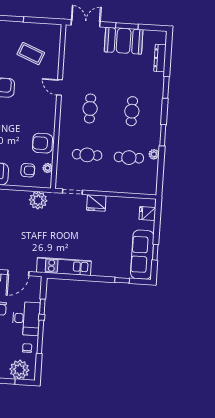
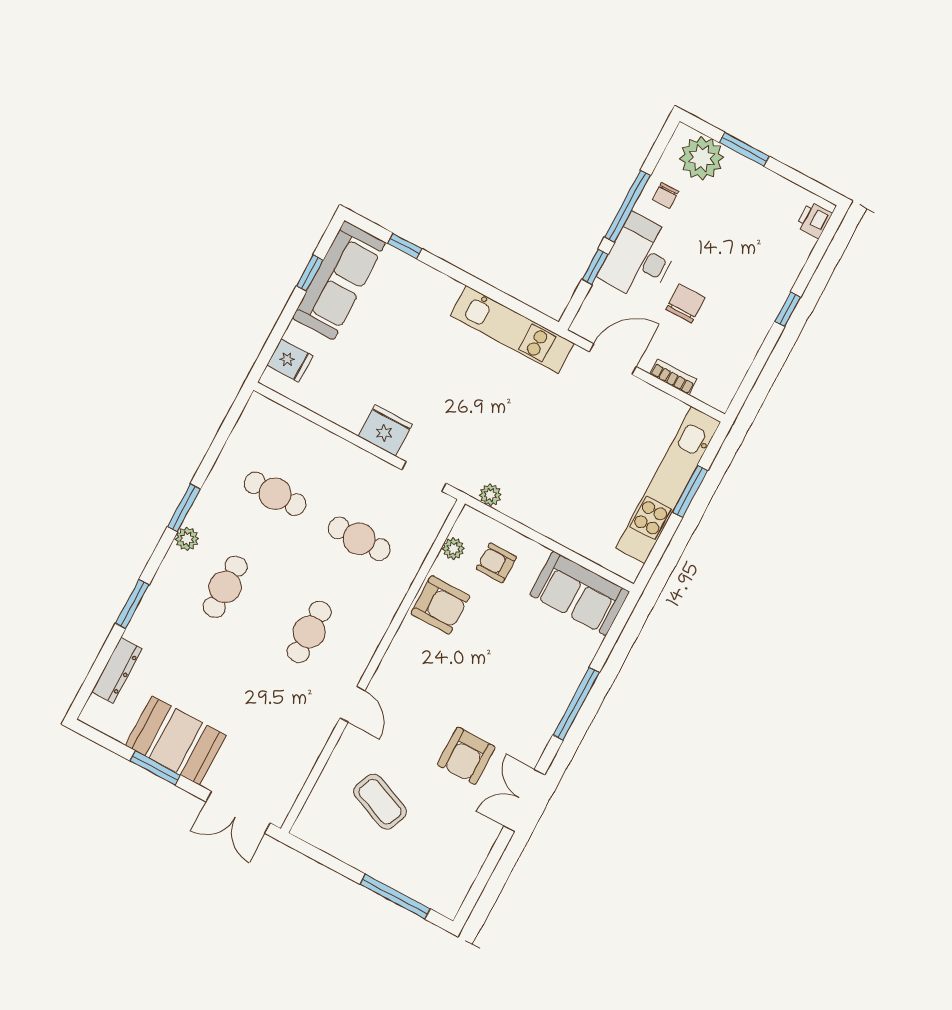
plant: (154, 154) -> (187, 539), moved
plant: (38, 200) -> (490, 495), width x0.53, depth x0.53

